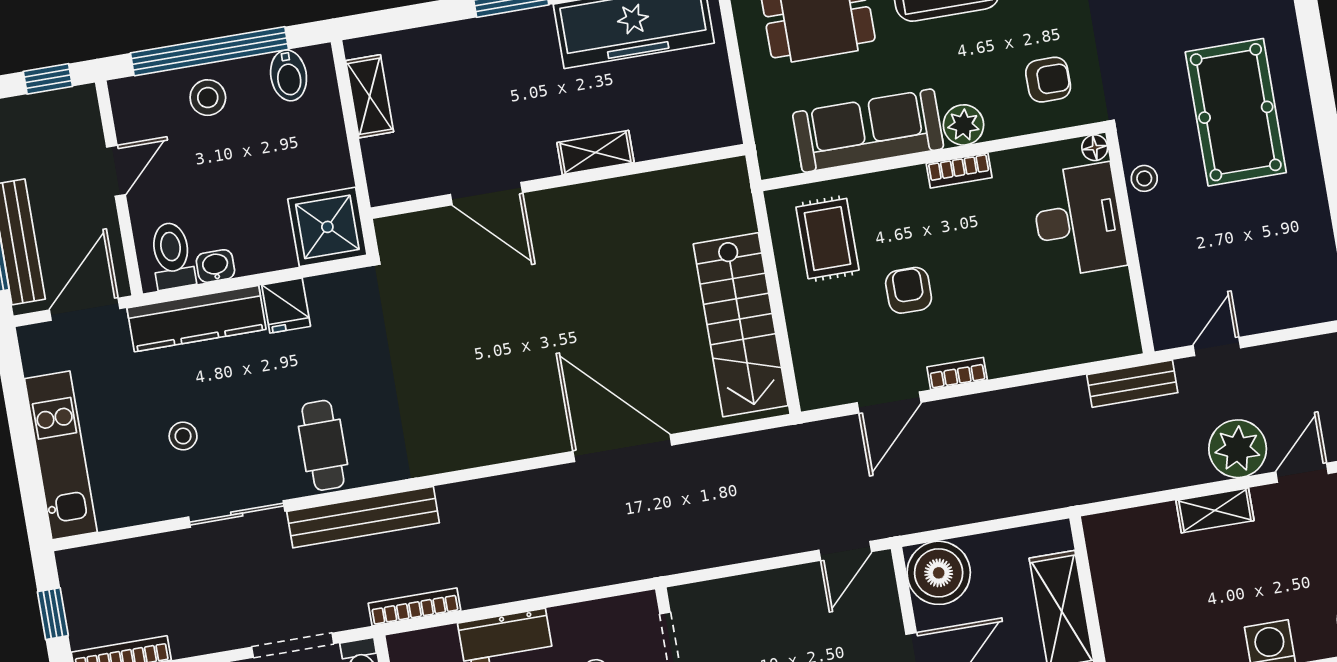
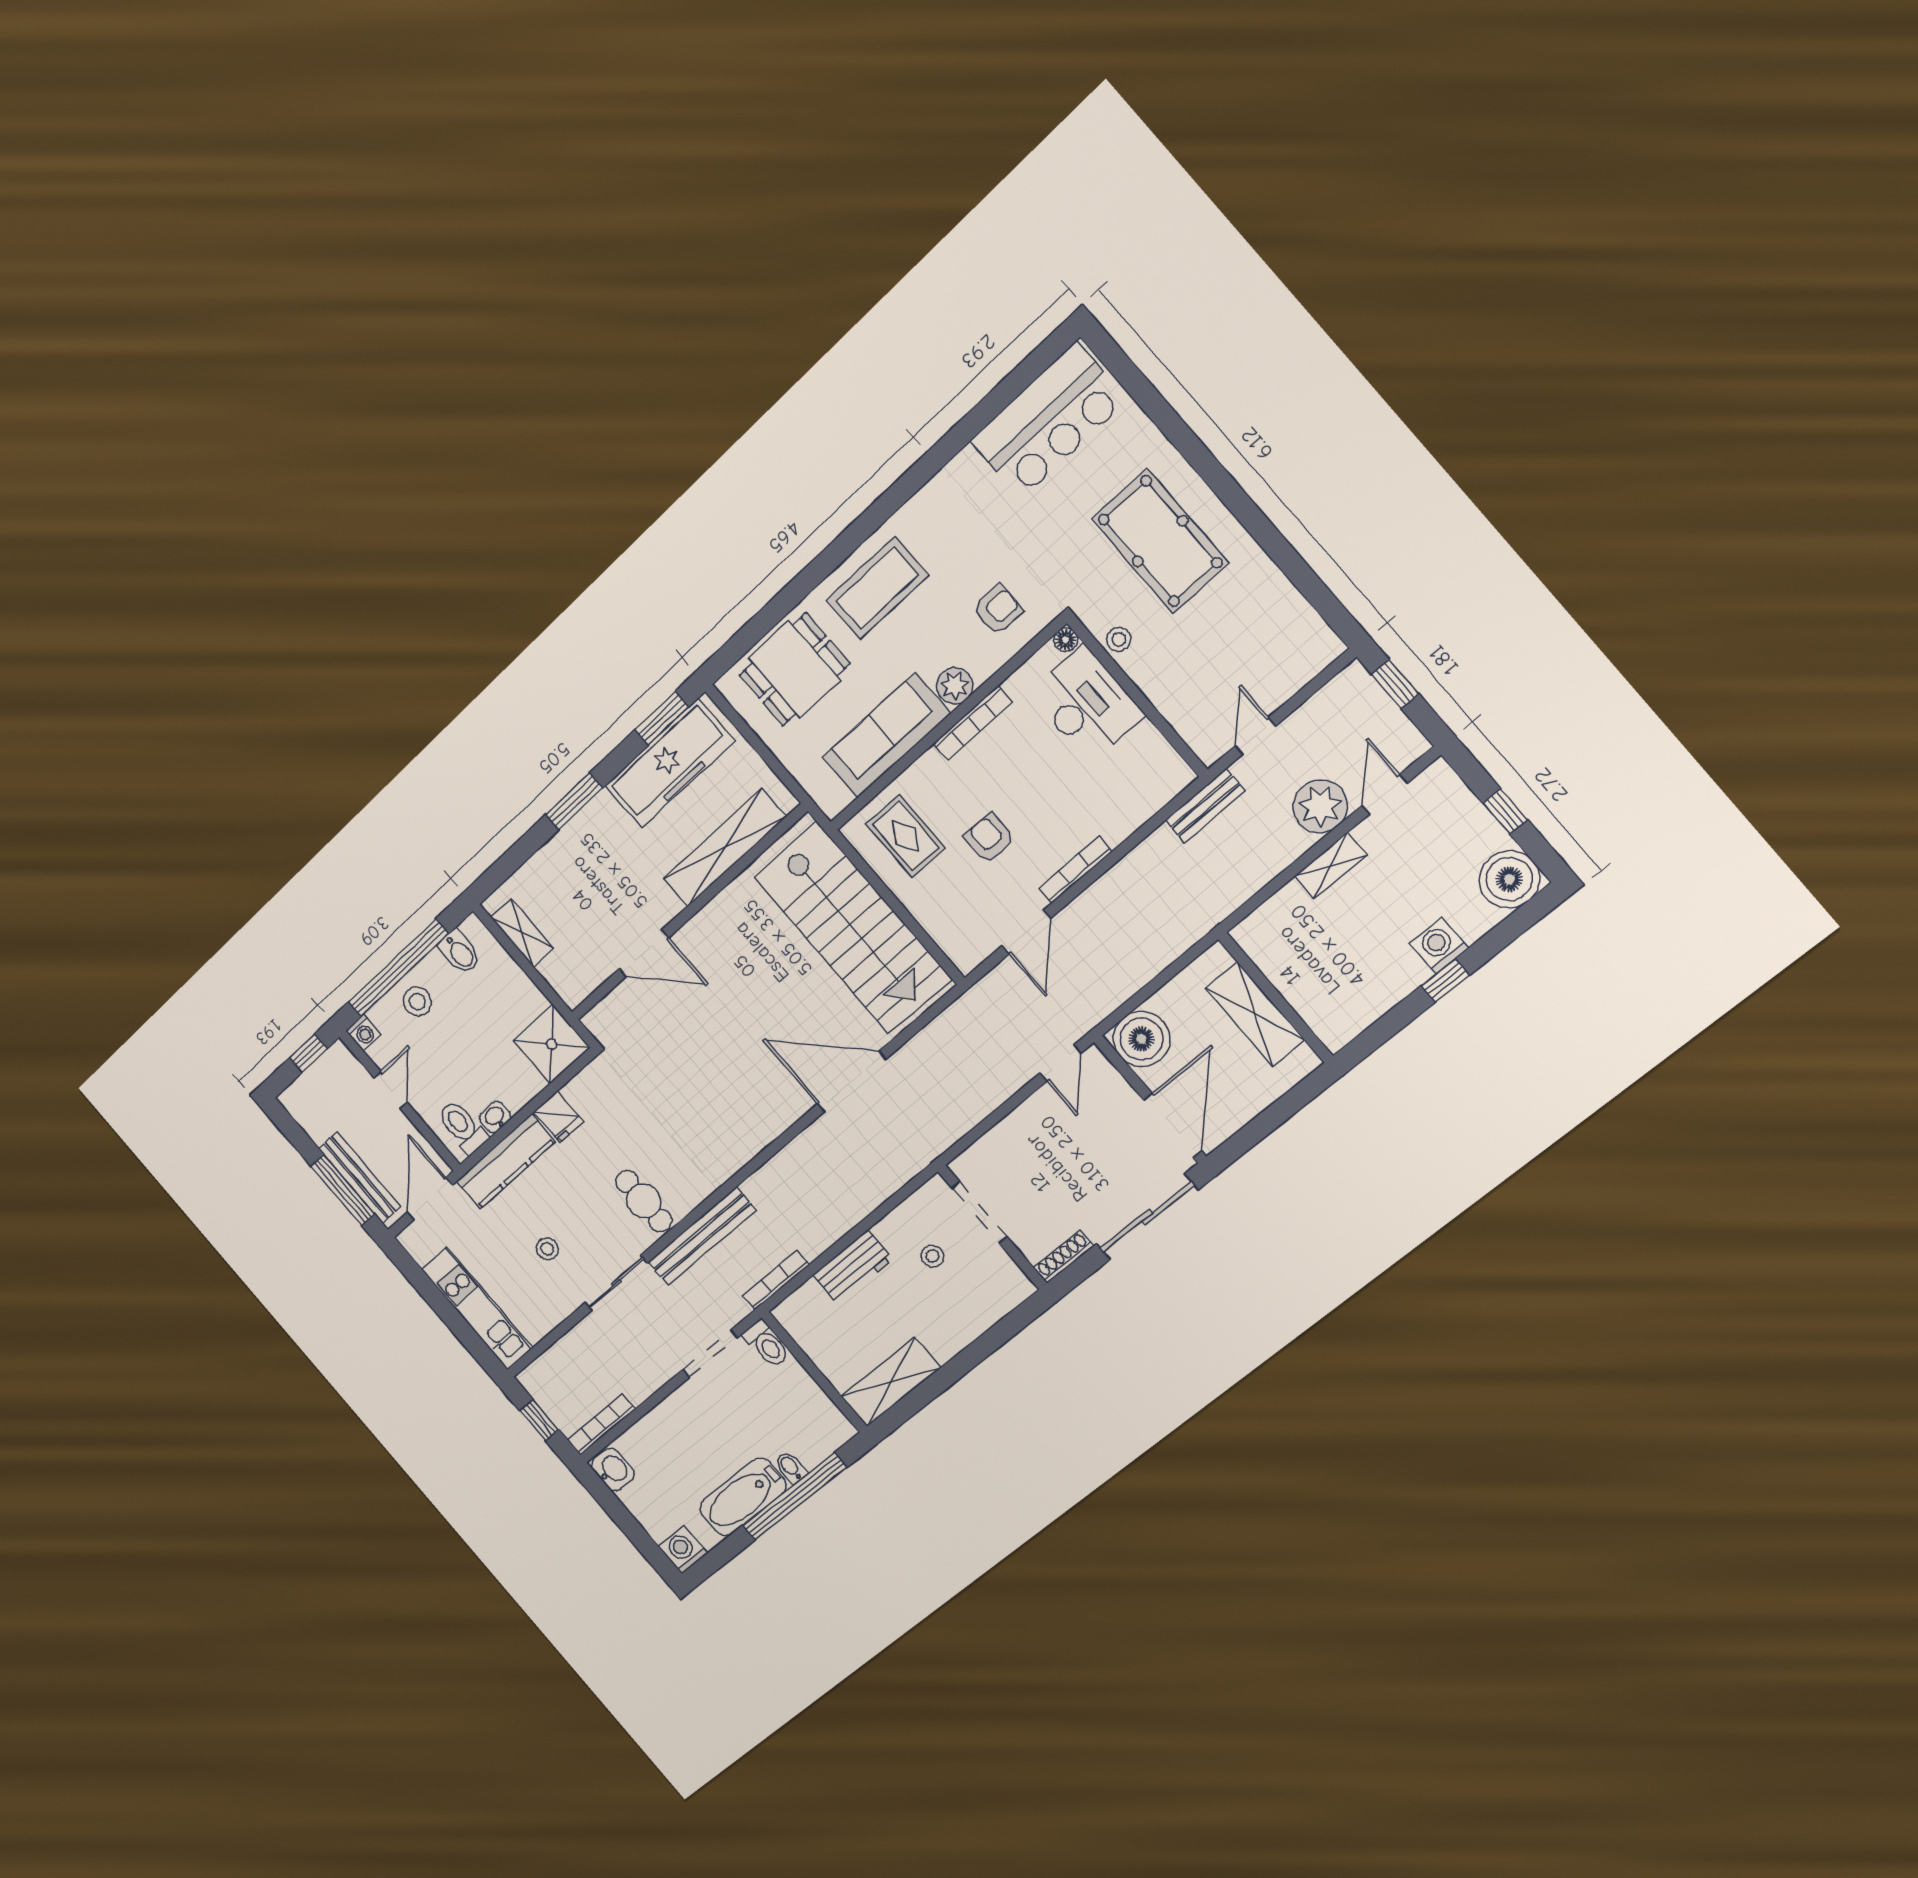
washing machine: (125, 94) -> (363, 1033), added
shelving: (596, 153) -> (724, 848), width x2.20, depth x1.33
bookcase: (959, 170) -> (972, 723), width x1.56
stairs: (741, 325) -> (853, 928), width x1.36, depth x1.51
bookcase: (957, 373) -> (1075, 870), width x1.56

